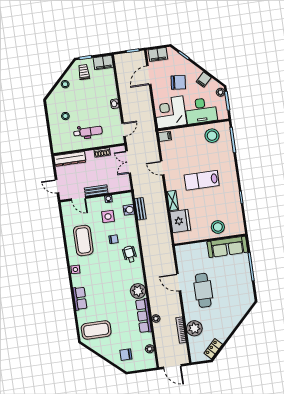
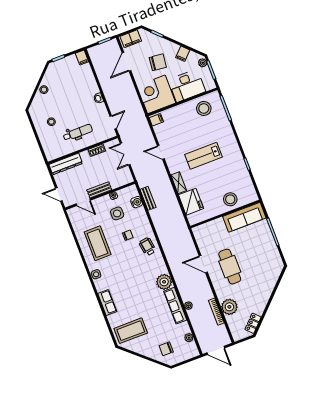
filing cabinet: (103, 62) -> (82, 58), width x0.50
trolley: (84, 72) -> (60, 73), removed

